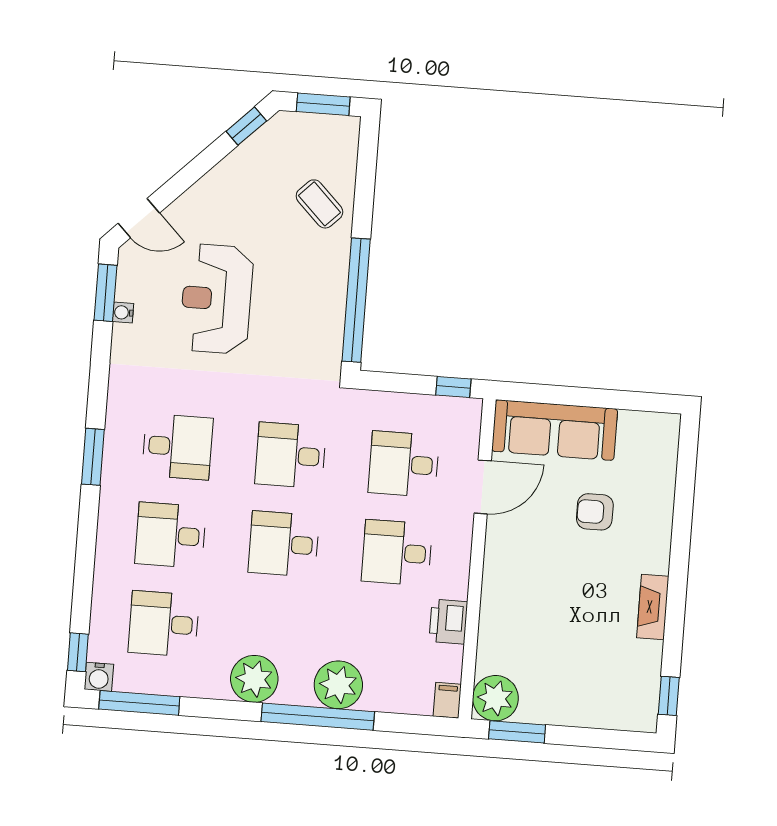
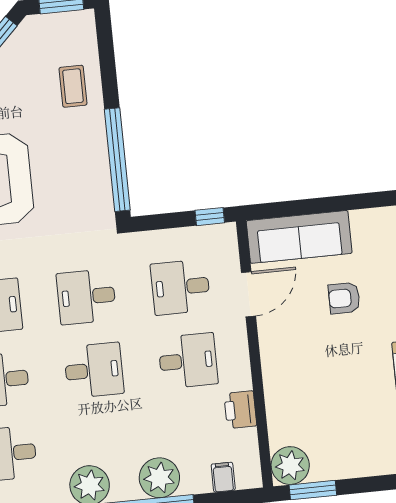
coffee table: (319, 204) -> (73, 86), turned 45
desk: (284, 544) -> (94, 370), turned 180
desk: (397, 553) -> (188, 361), turned 180
filing cabinet: (447, 700) -> (223, 477), moved

